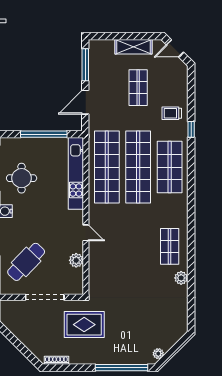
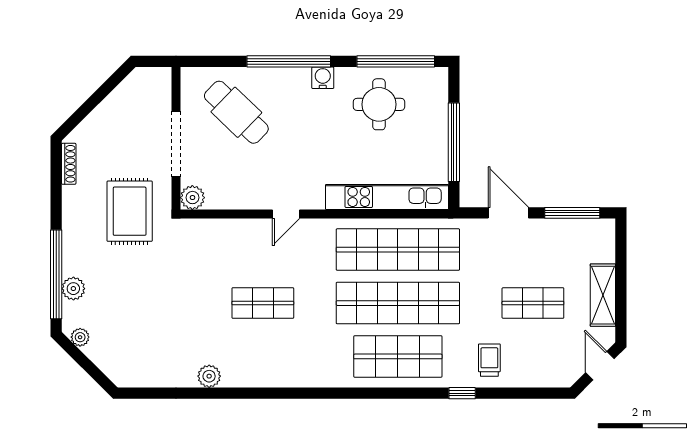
shop shelf: (170, 246) -> (263, 303), moved
plant: (76, 260) -> (192, 198), moved
plant: (130, 358) -> (73, 289), added

